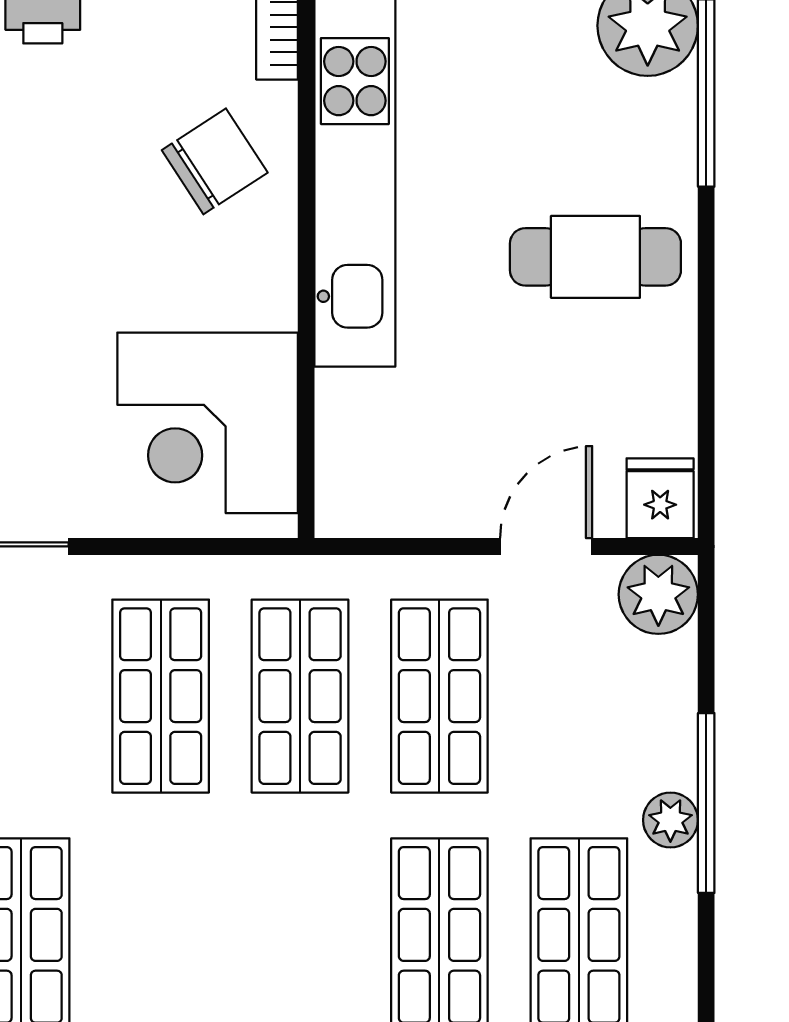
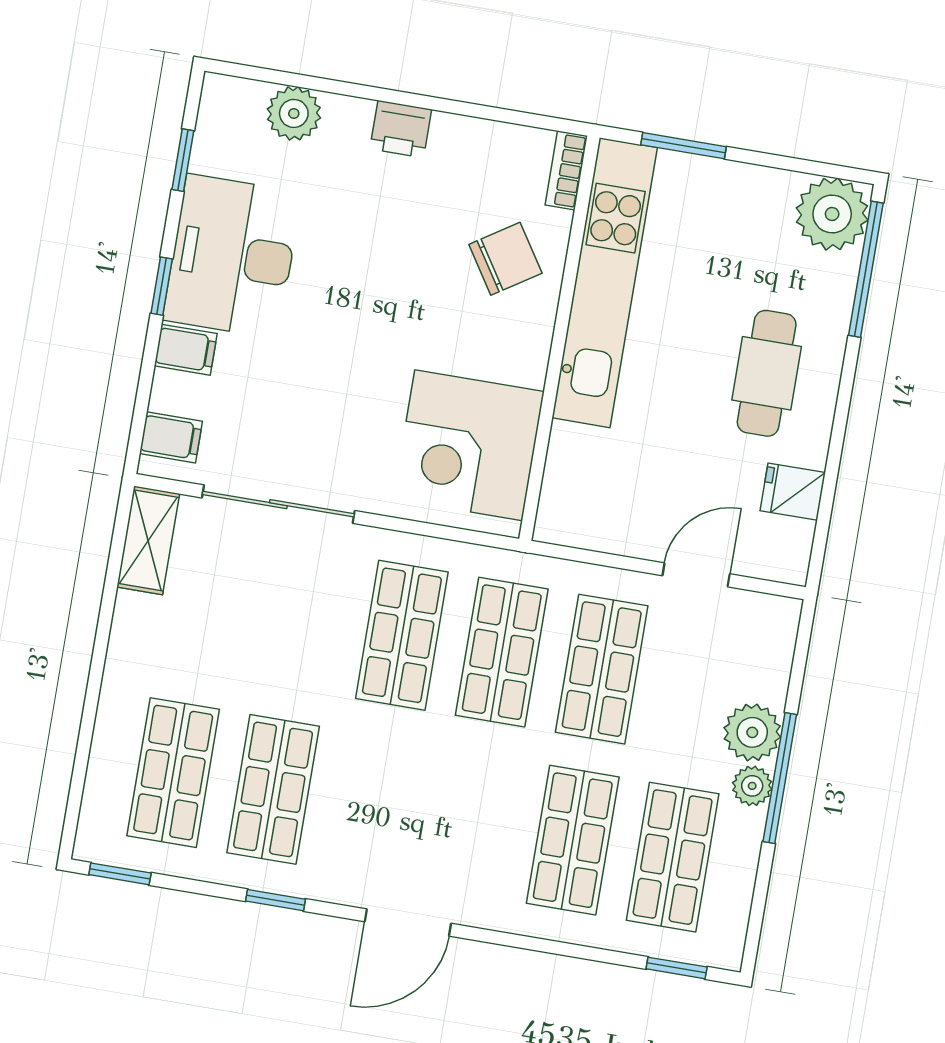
cafe table: (595, 257) -> (767, 373), turned 90
fridge: (660, 498) -> (793, 492), moved, turned -90
plant: (658, 594) -> (752, 732), moved

